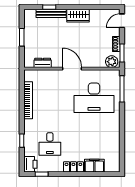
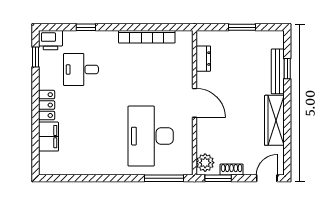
wardrobe: (78, 16) -> (274, 120), width x1.50
door: (122, 21) -> (267, 178), hinge flipped
door: (72, 69) -> (194, 103), hinge flipped

